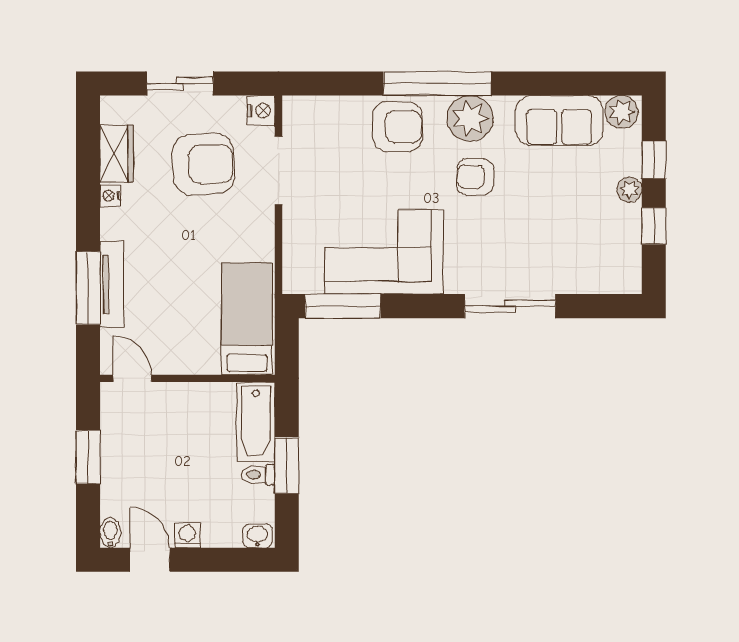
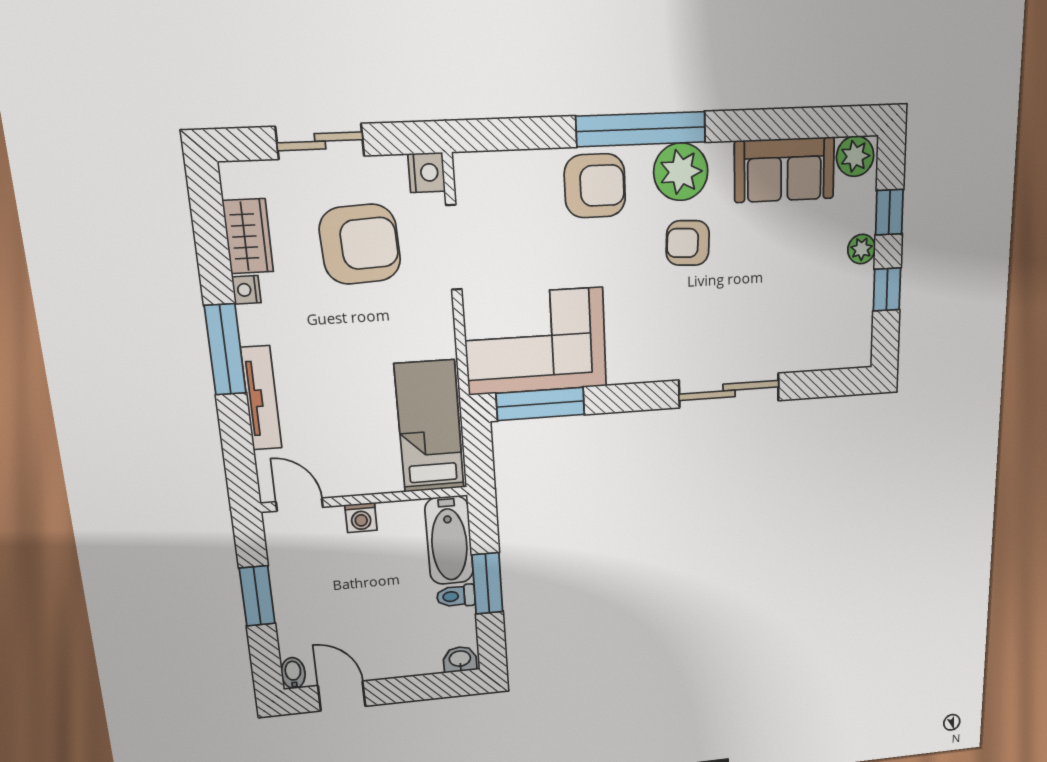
corner sofa: (384, 252) -> (535, 341), moved
window: (88, 288) -> (225, 350), moved
washing machine: (187, 535) -> (361, 518), moved, turned 180

